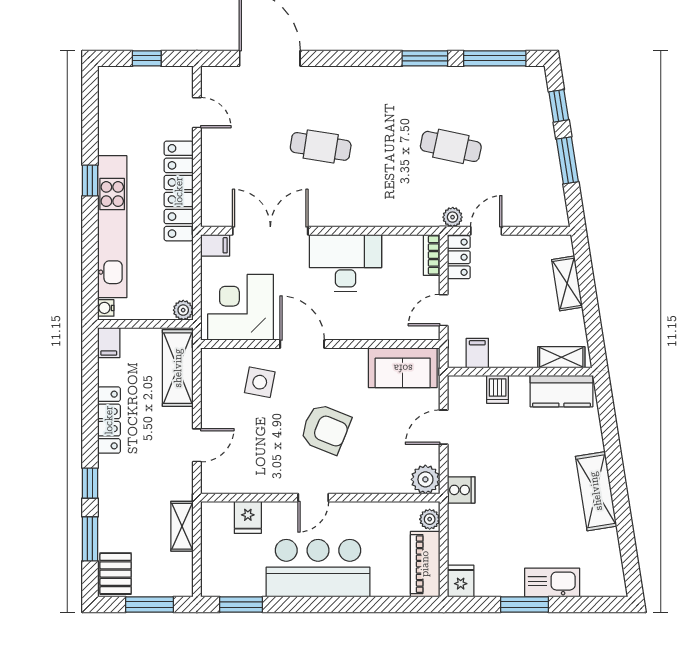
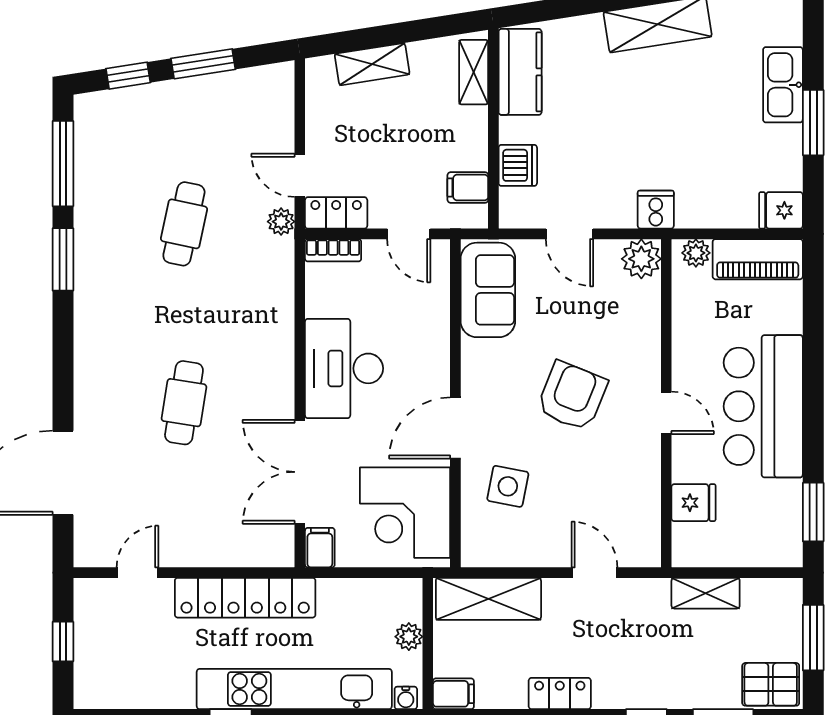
plant: (183, 310) -> (409, 637), moved
dishwasher: (498, 389) -> (518, 165), width x1.38
locker: (109, 420) -> (560, 693), width x0.66

